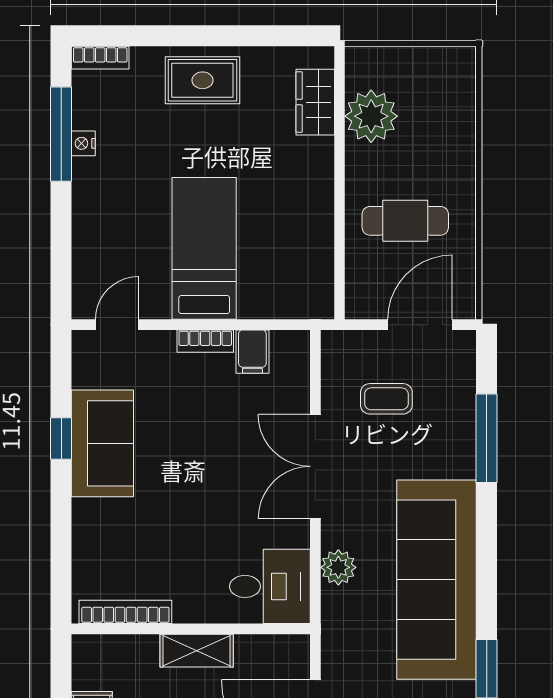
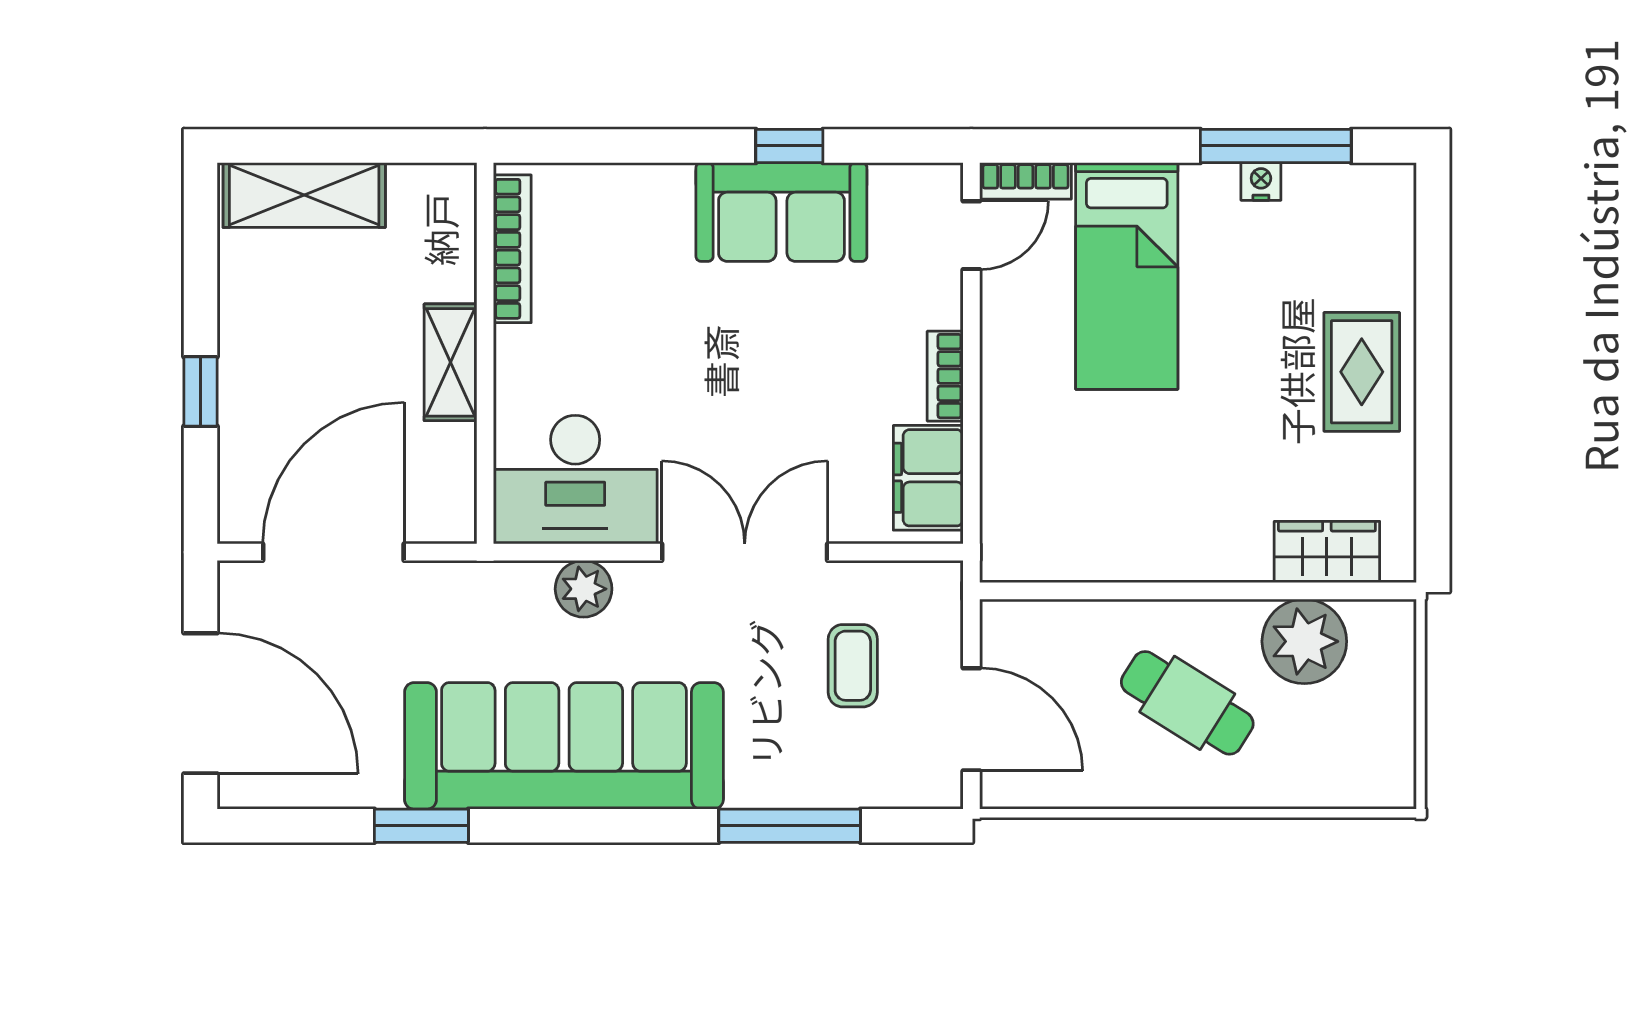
bookcase: (100, 58) -> (1026, 181), moved, turned -90
cafe table: (405, 221) -> (1187, 703), moved, turned -58
bed: (204, 248) -> (1127, 276), moved, turned 90
door: (117, 325) -> (971, 235), hinge flipped
filing cabinet: (252, 352) -> (928, 478), width x2.00
desk: (270, 586) -> (575, 480), width x1.37

